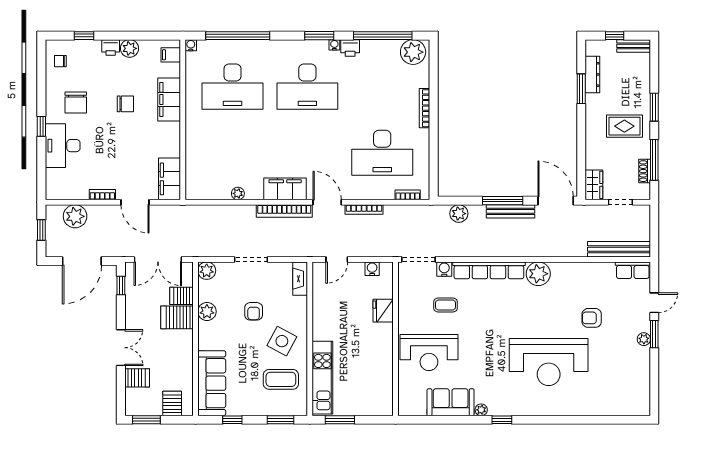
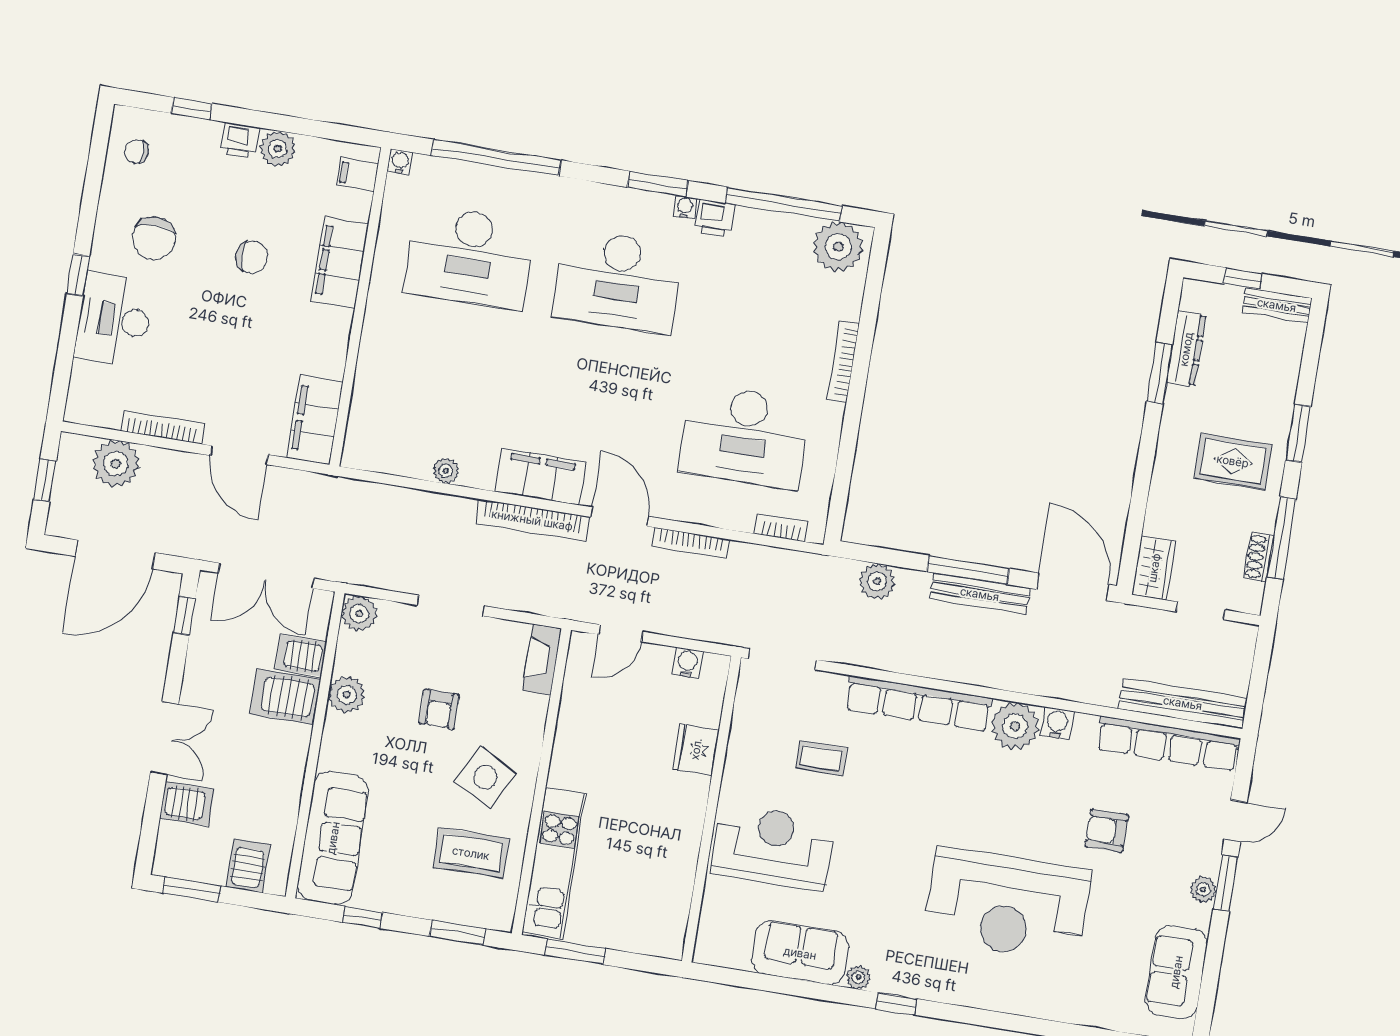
bookcase: (102, 195) -> (162, 427), width x1.56
water cooler: (444, 269) -> (1057, 723), moved
row of seats: (633, 270) -> (1168, 744), width x2.02
reception desk: (429, 353) -> (773, 847), turned 180
sofa: (637, 382) -> (1176, 972), added

